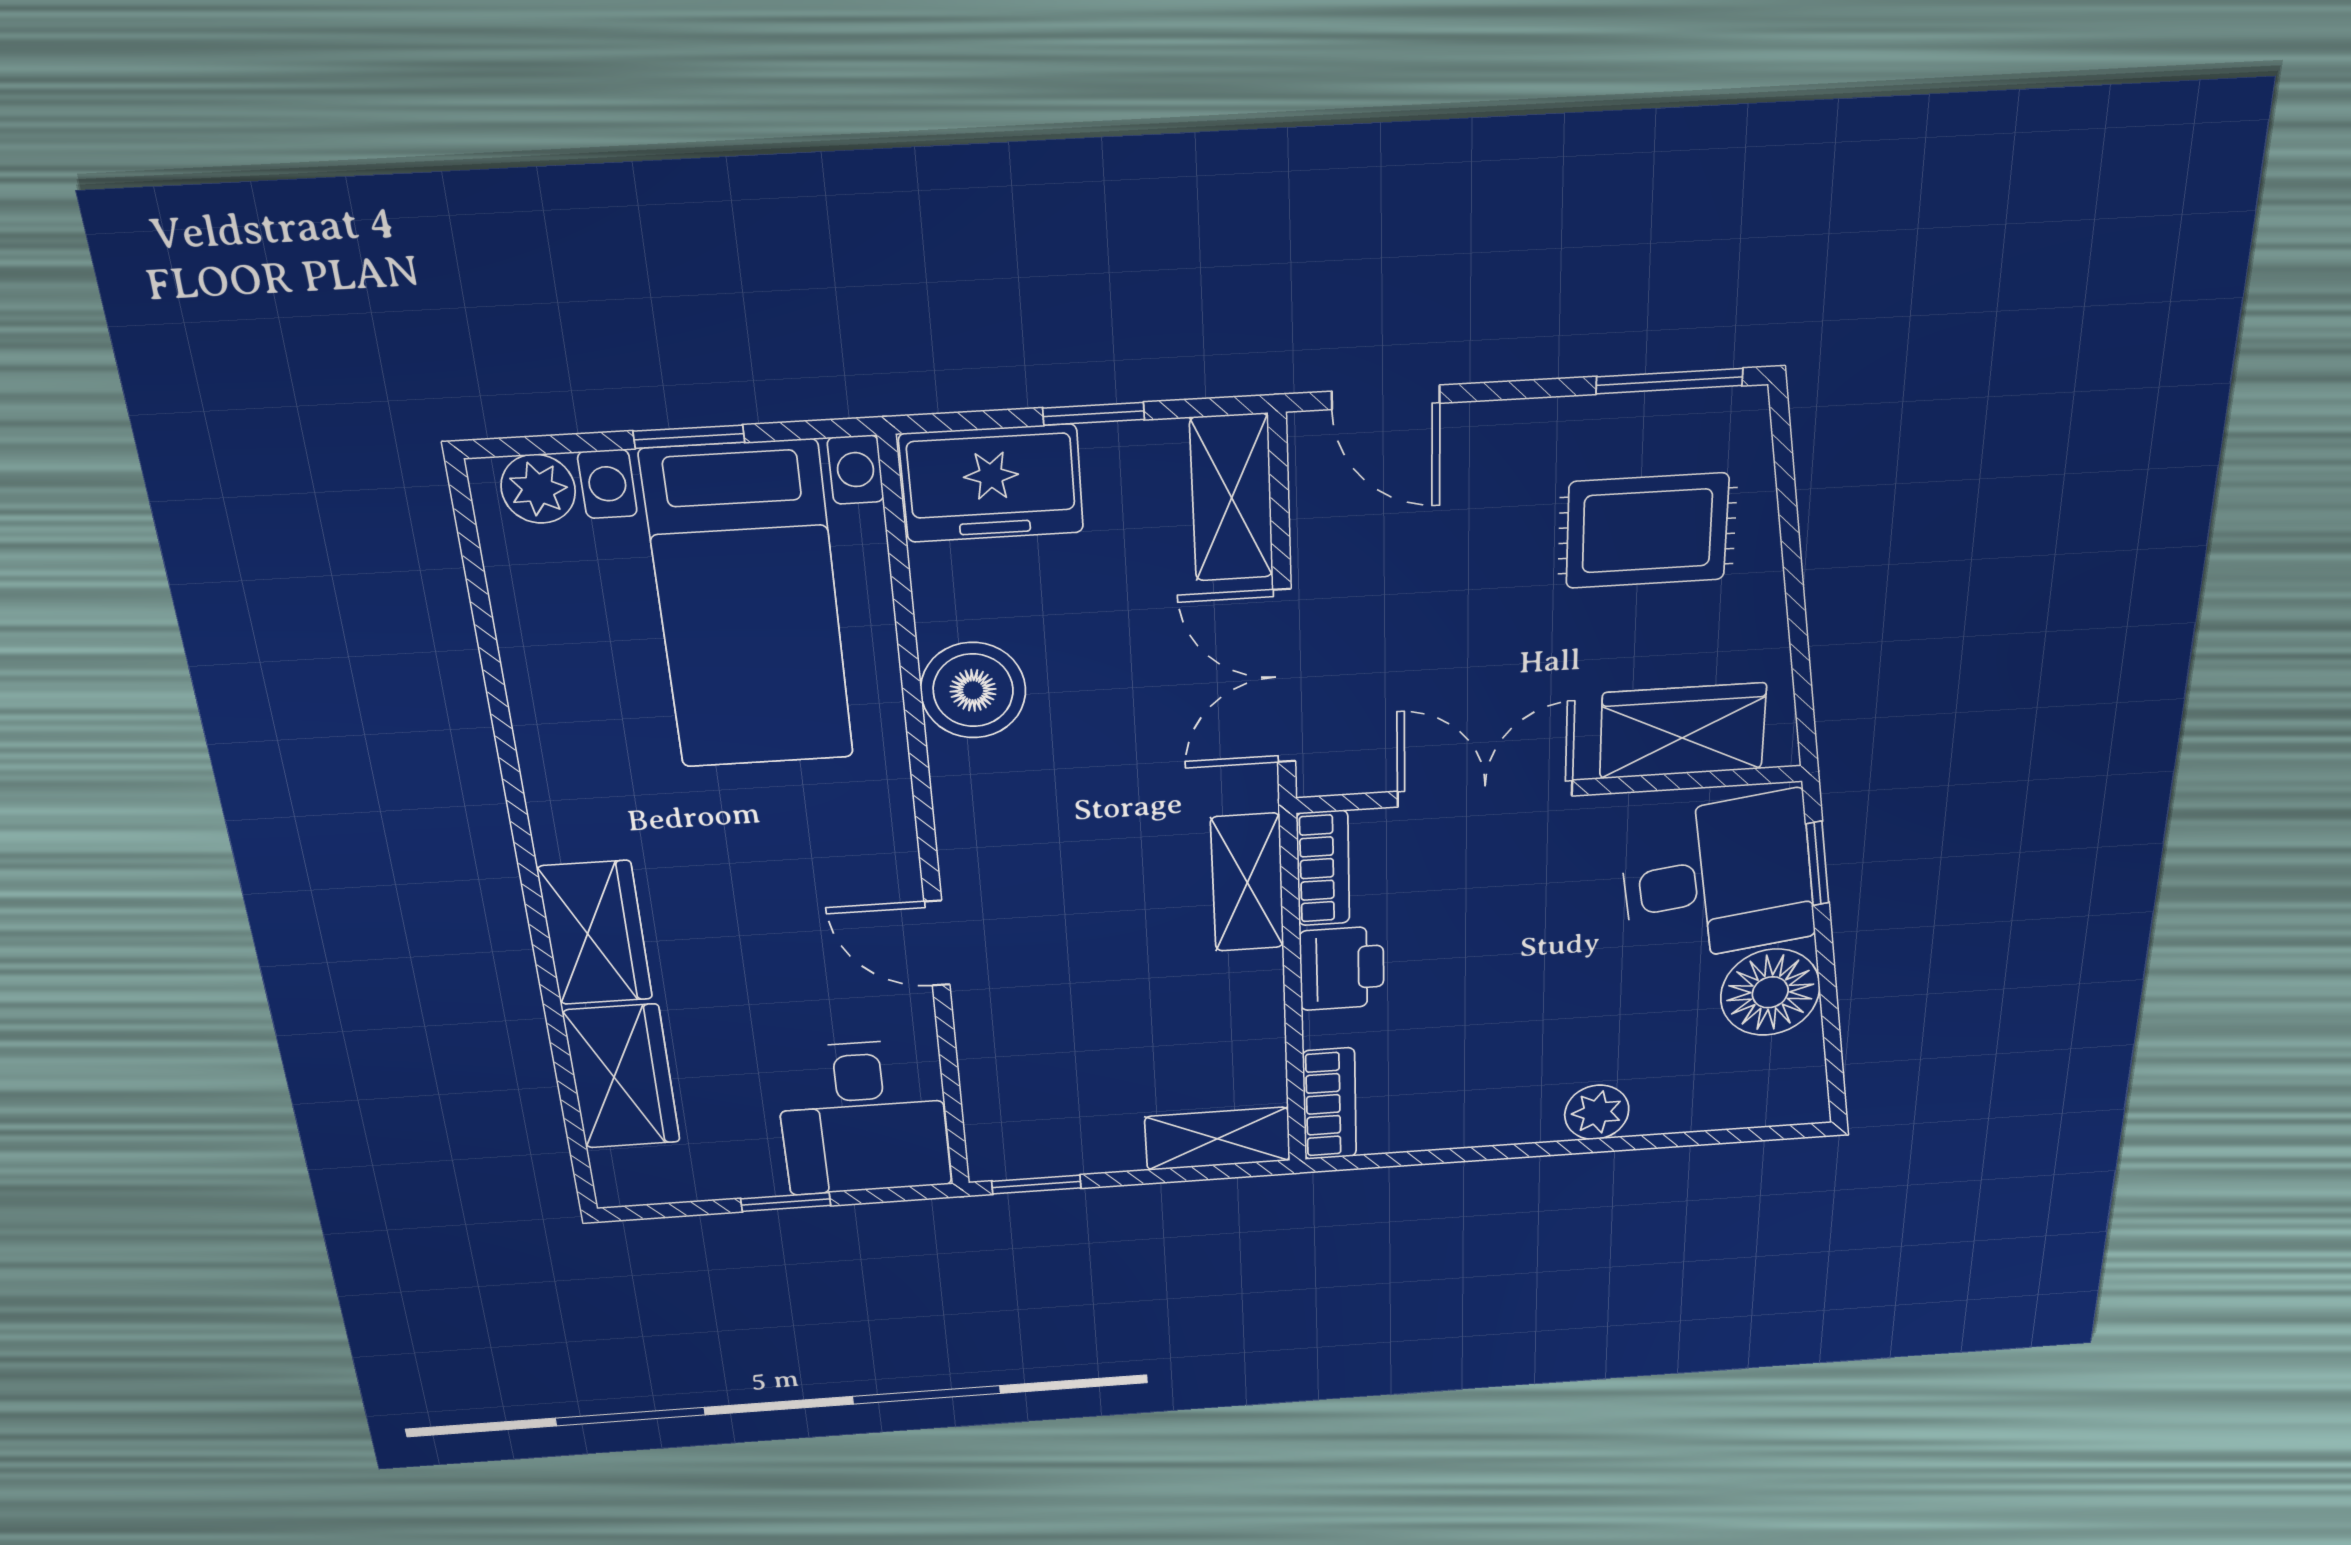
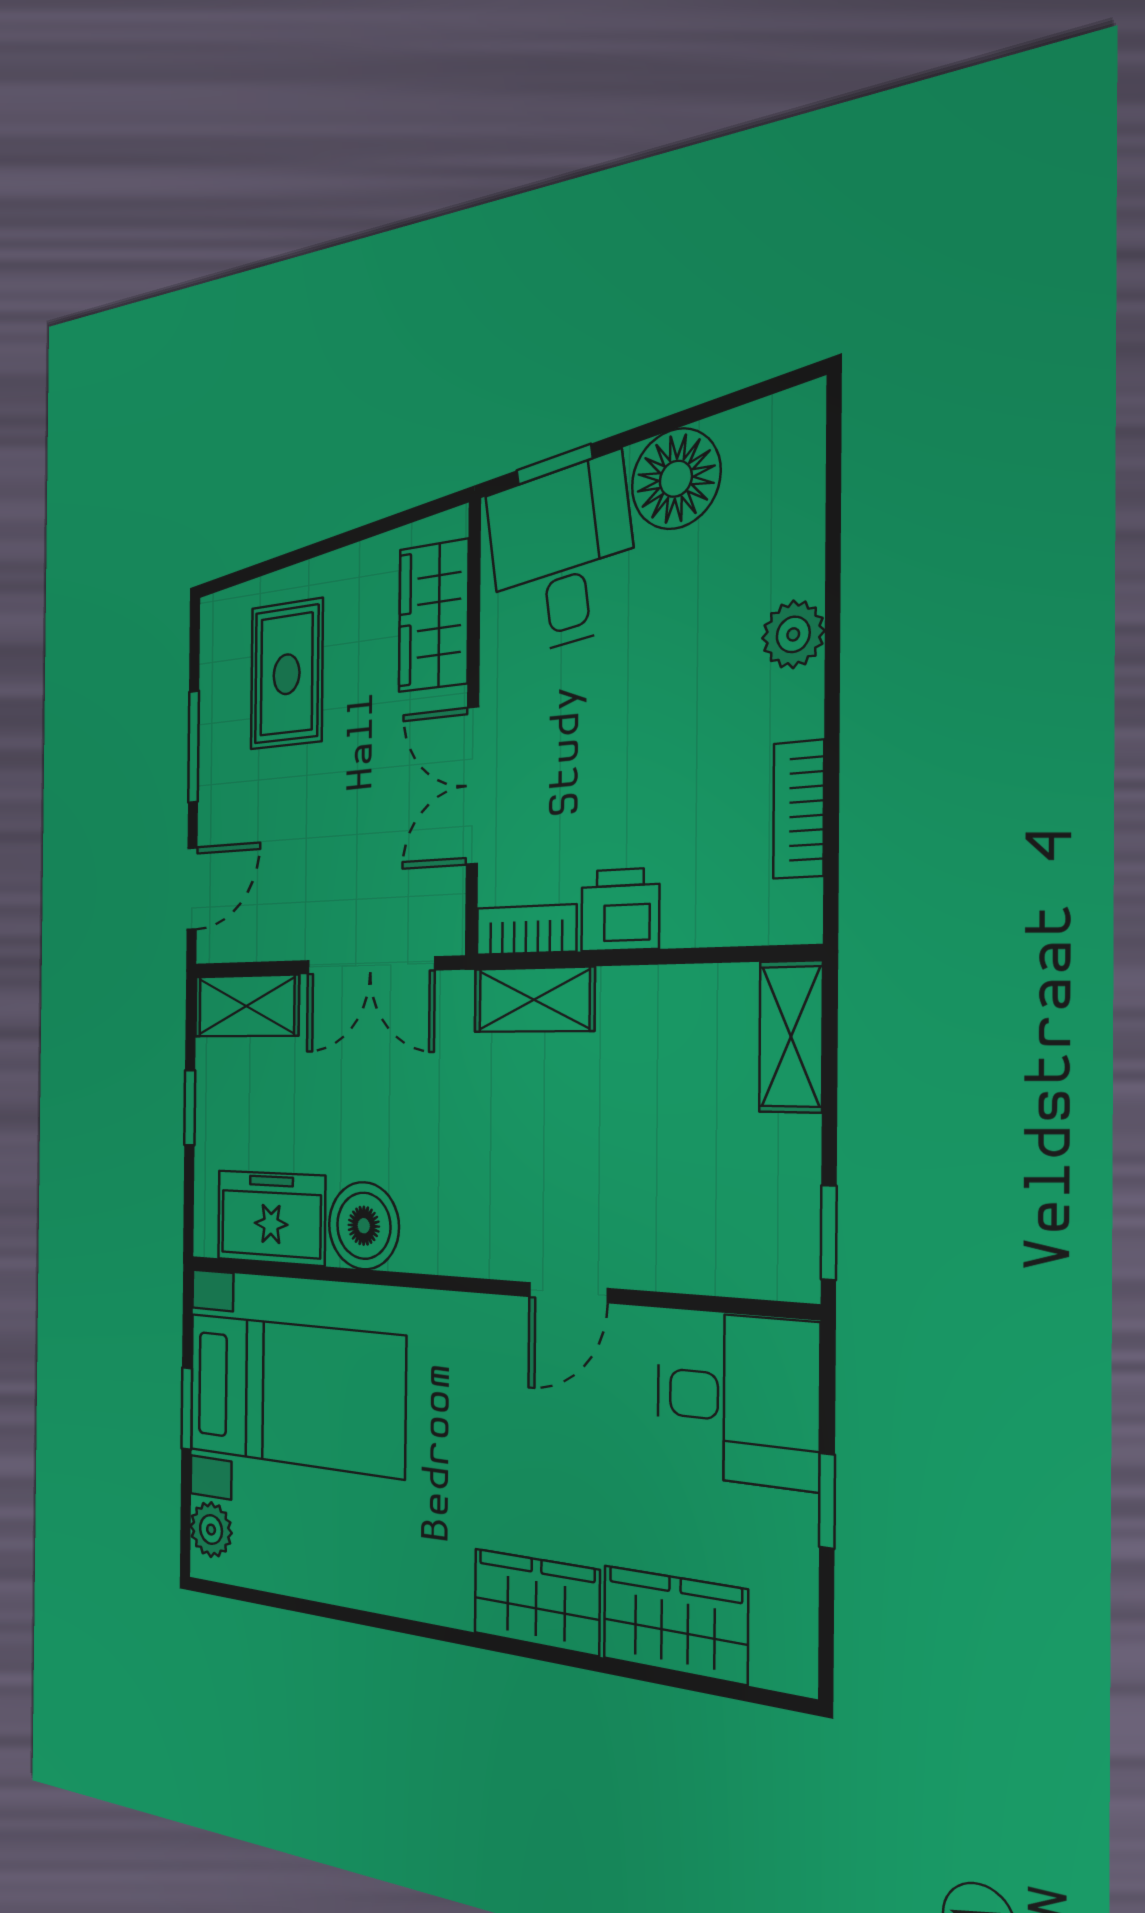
window: (1669, 381) -> (194, 747), moved
freezer: (992, 483) -> (271, 1218), moved, turned -90
bookcase: (1329, 1104) -> (799, 809), moved, turned -90

